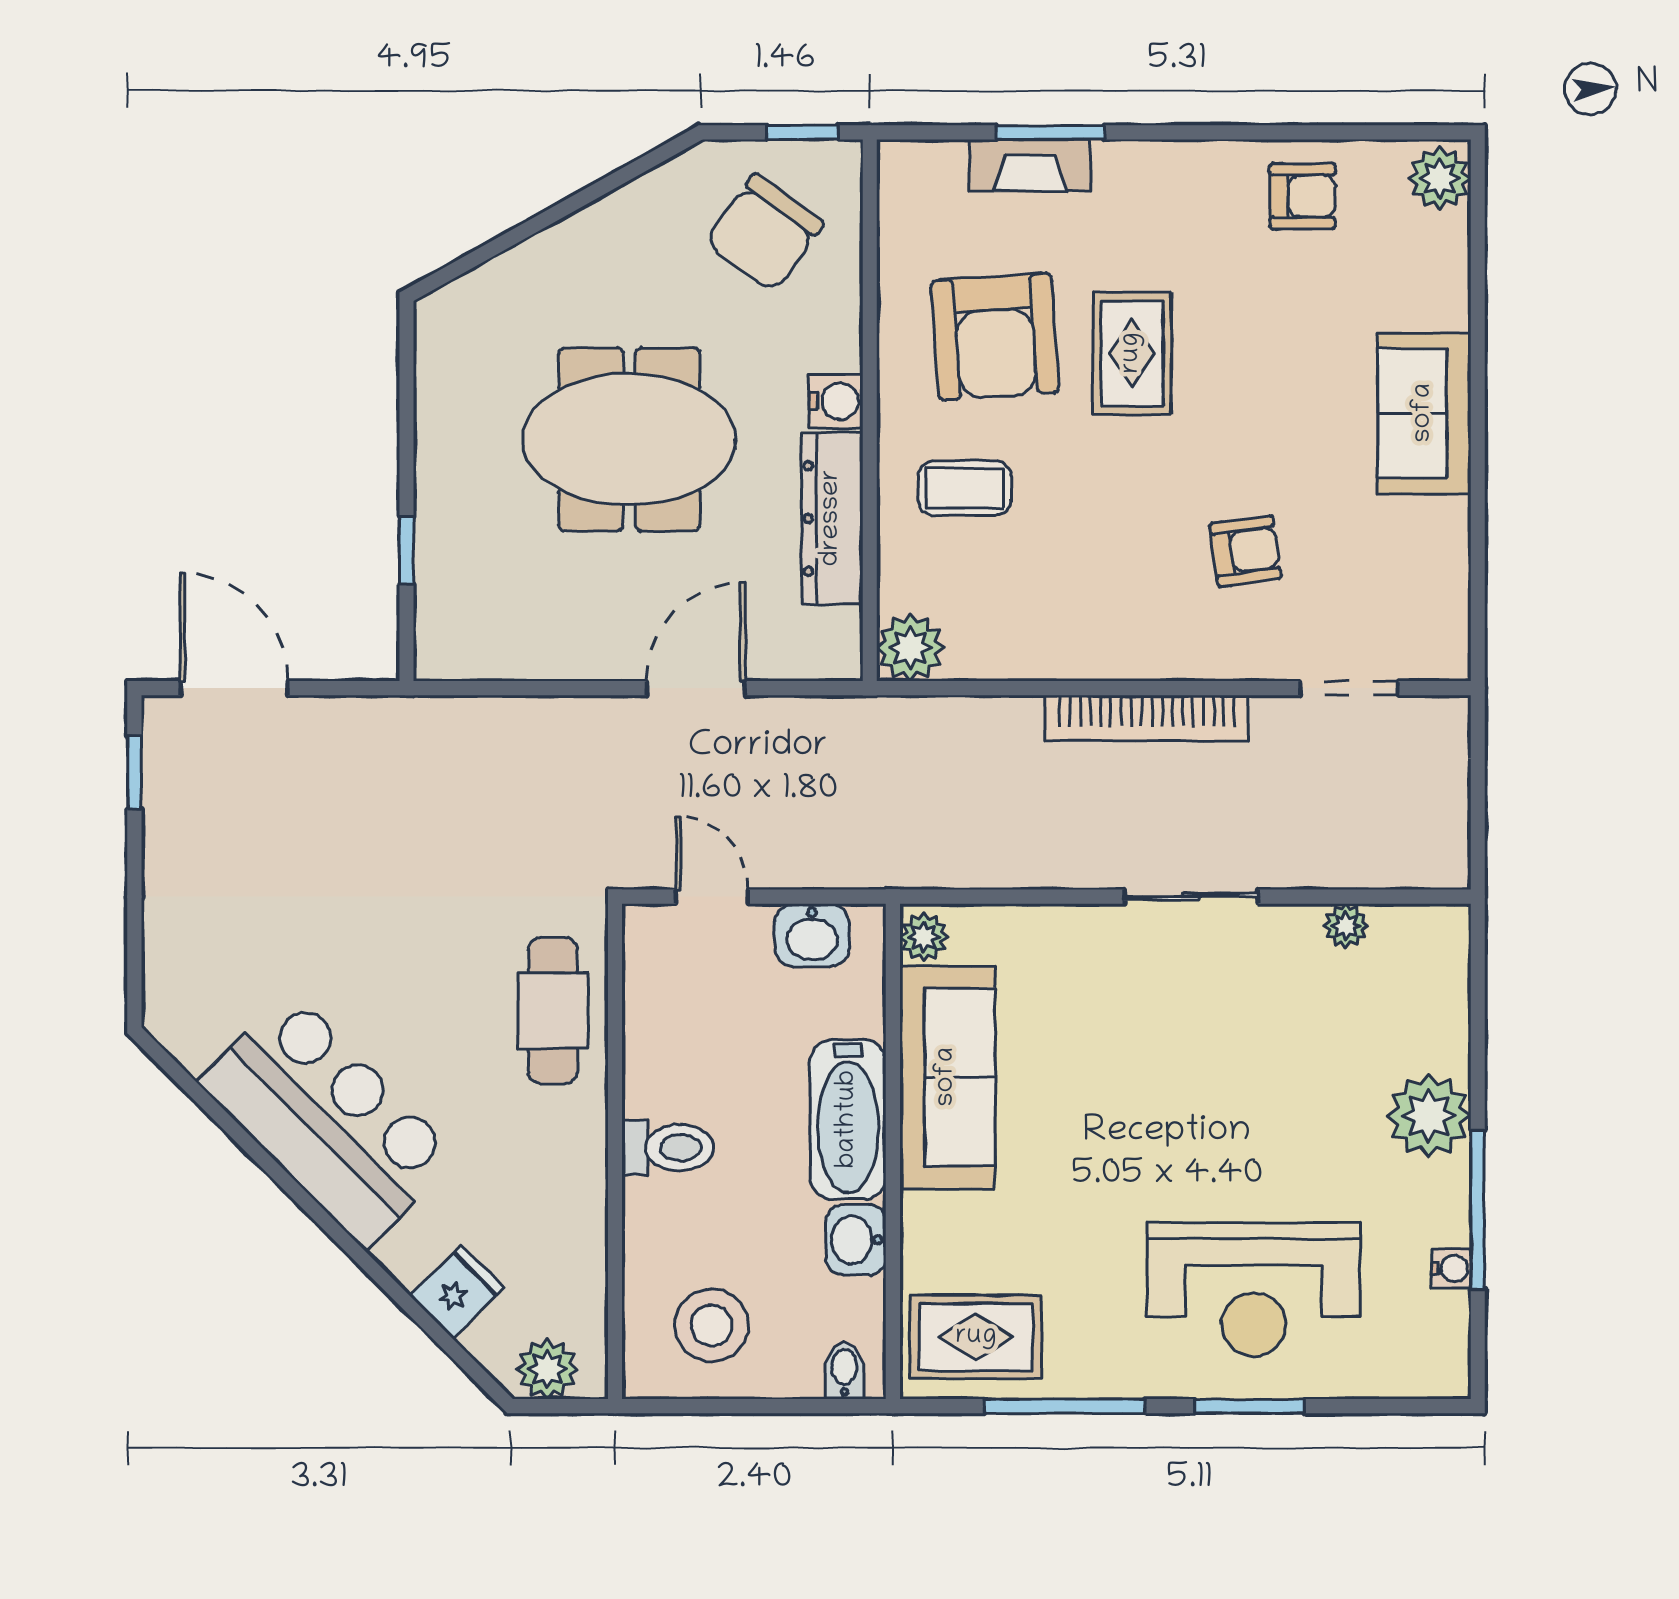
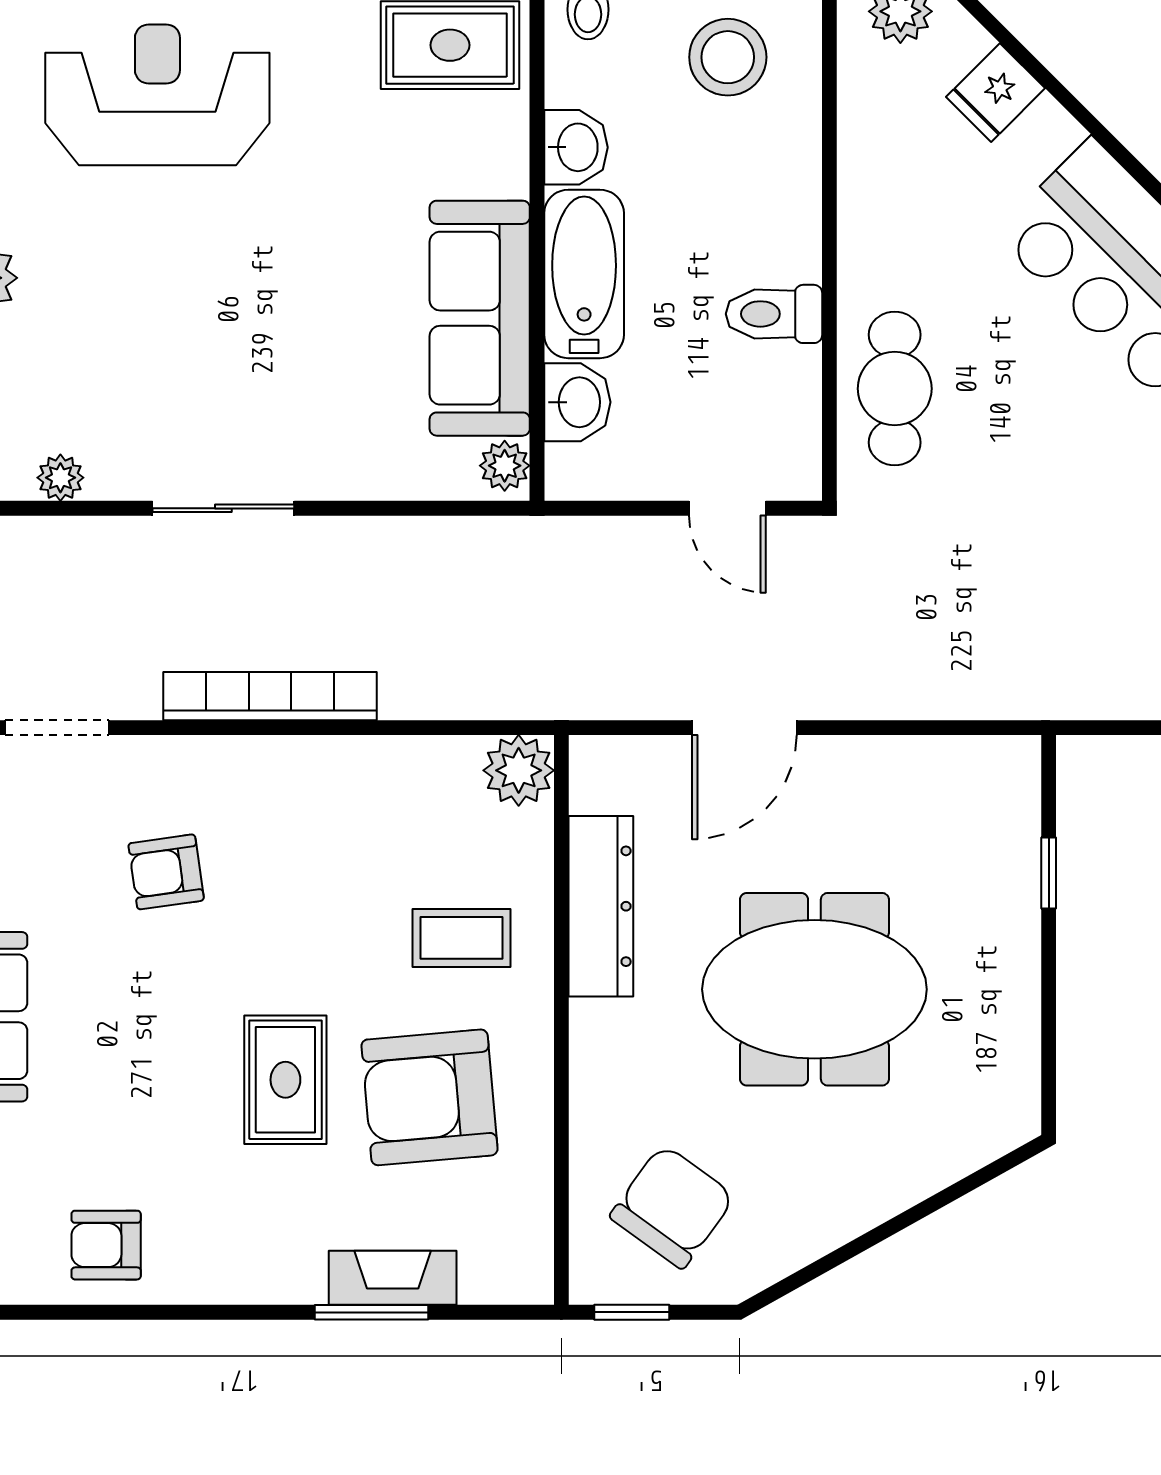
armchair: (995, 337) -> (429, 1097), turned -91
water cooler: (836, 401) -> (597, 1030), removed
washbasin: (812, 935) -> (577, 402), moved, turned 90
toilet: (668, 1148) -> (774, 314), moved

